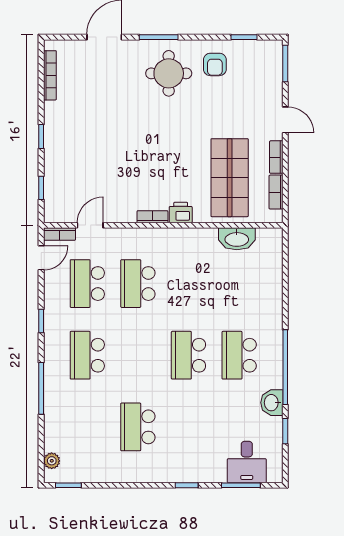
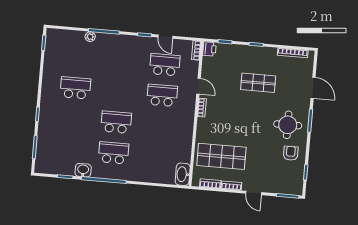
armchair: (215, 64) -> (291, 153), turned 90
door: (285, 120) -> (254, 193), hinge flipped
shop shelf: (104, 128) -> (258, 83), added
printer: (181, 212) -> (209, 49), moved
door: (90, 225) -> (198, 86), moved
washbasin: (237, 239) -> (183, 174), moved
door: (41, 258) -> (165, 37), moved
school desk: (87, 355) -> (121, 61), removed
plant: (52, 461) -> (90, 37), moved
desk: (247, 462) -> (48, 152), removed

